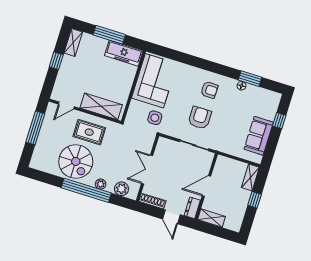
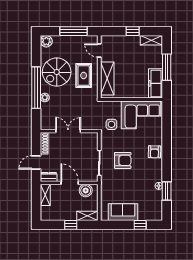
armchair: (209, 90) -> (154, 152), moved
boiler: (221, 170) -> (86, 190), added
plant: (122, 189) -> (46, 41), moved

